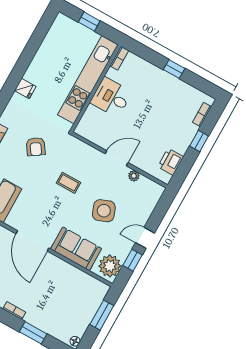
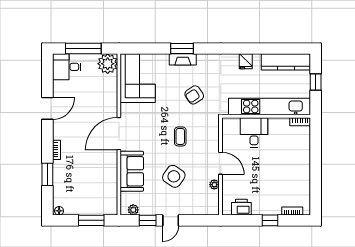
kitchen counter: (53, 39) -> (286, 62), added
window: (174, 69) -> (316, 169), removed
fridge: (25, 89) -> (246, 61), moved
desk: (111, 97) -> (254, 132), moved
side table: (104, 211) -> (174, 176), turned -35
door: (145, 238) -> (171, 220), swing flipped
plant: (110, 266) -> (133, 210), width x0.53, depth x0.53

